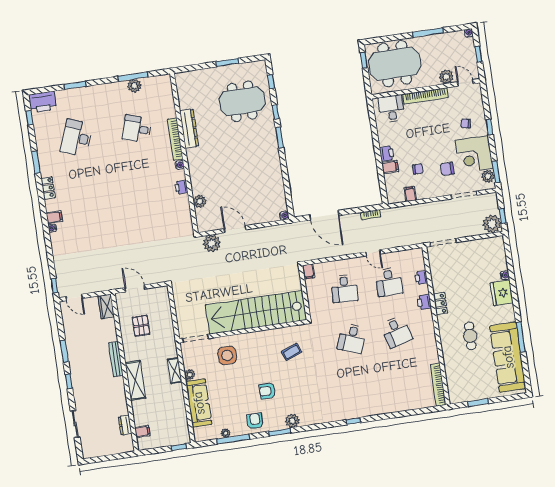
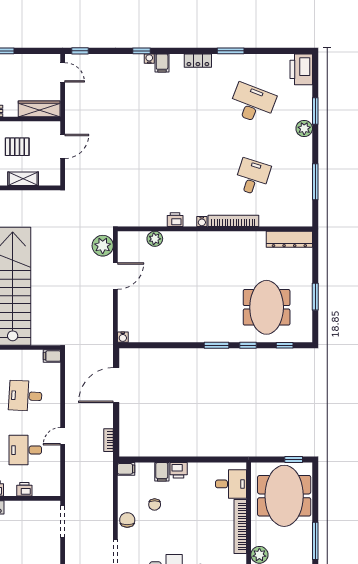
plant: (134, 86) -> (304, 128), moved
window: (29, 118) -> (141, 51), moved
dresser: (189, 129) -> (289, 239), moved
chair: (447, 169) -> (127, 520), moved
filing cabinet: (410, 194) -> (126, 469), moved
door: (74, 297) -> (63, 72), swing flipped
wardrobe: (106, 307) -> (39, 109), width x1.50
shelving: (166, 317) -> (23, 179), added

